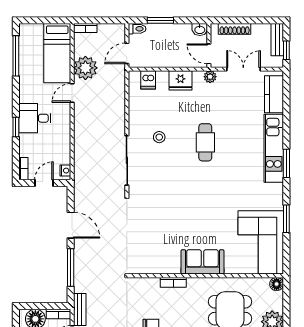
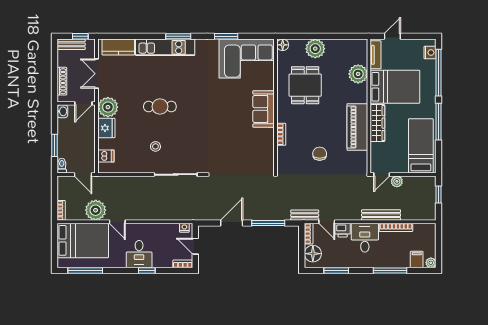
bed: (57, 53) -> (83, 240), width x1.50
plant: (210, 77) -> (108, 107), width x1.88, depth x1.88

